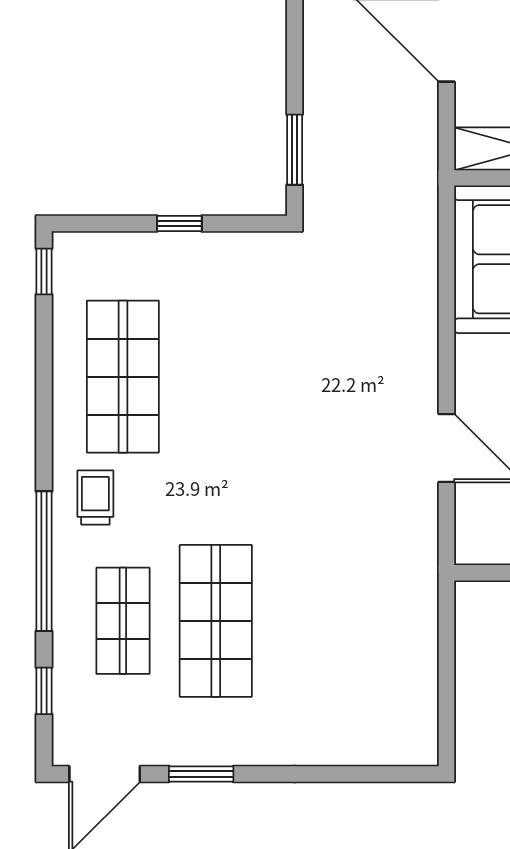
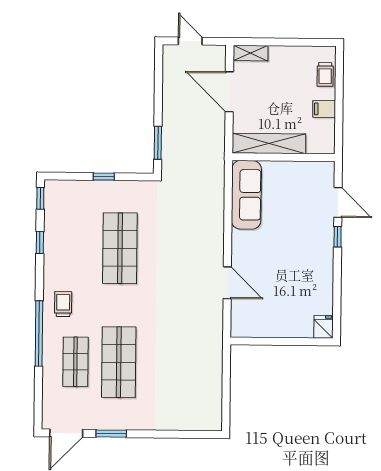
shop shelf: (123, 377) -> (120, 248), moved
window: (44, 691) -> (40, 243), moved

